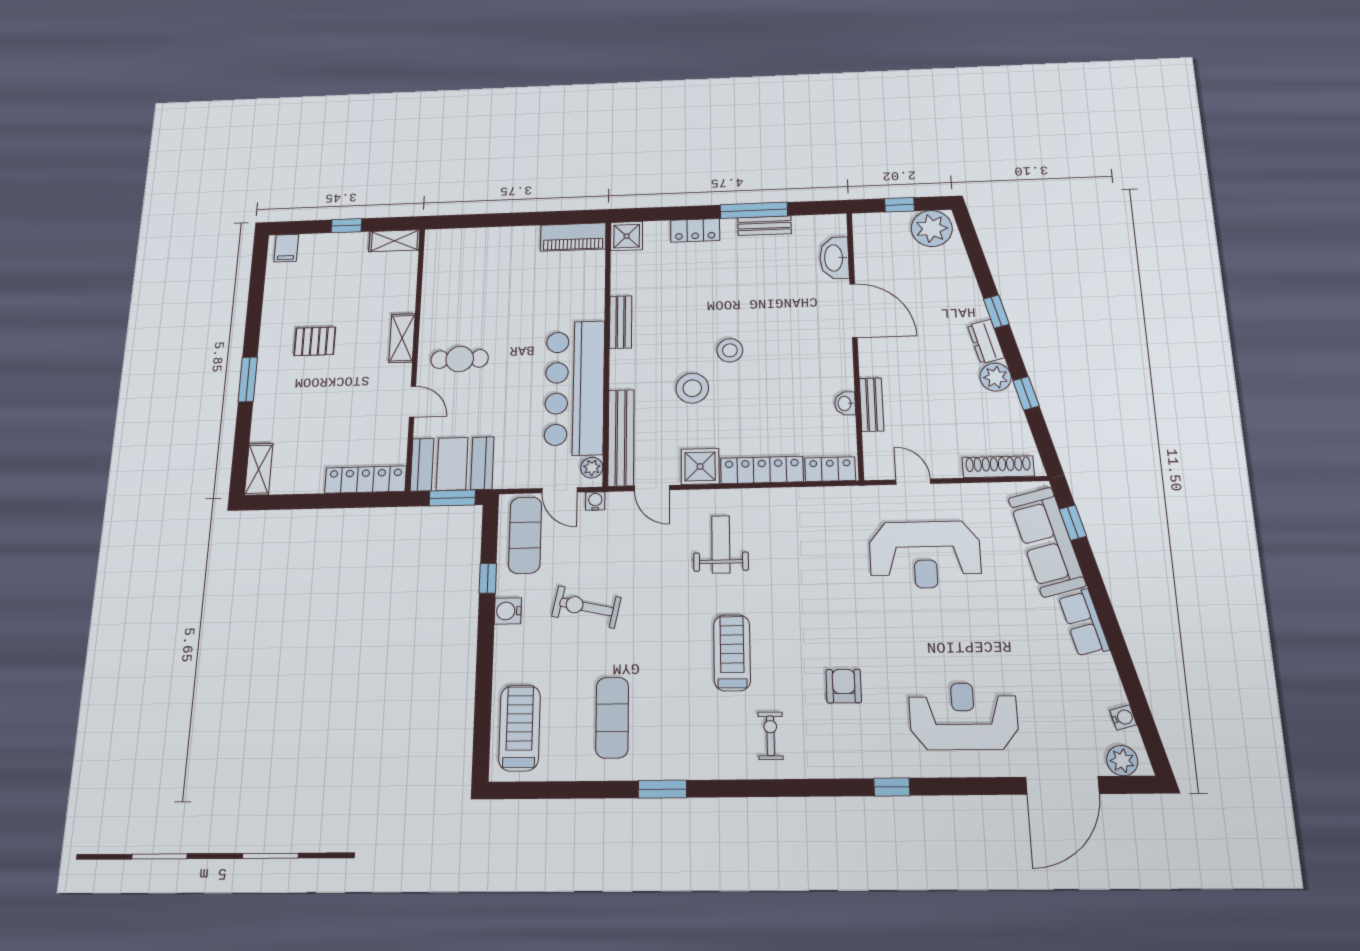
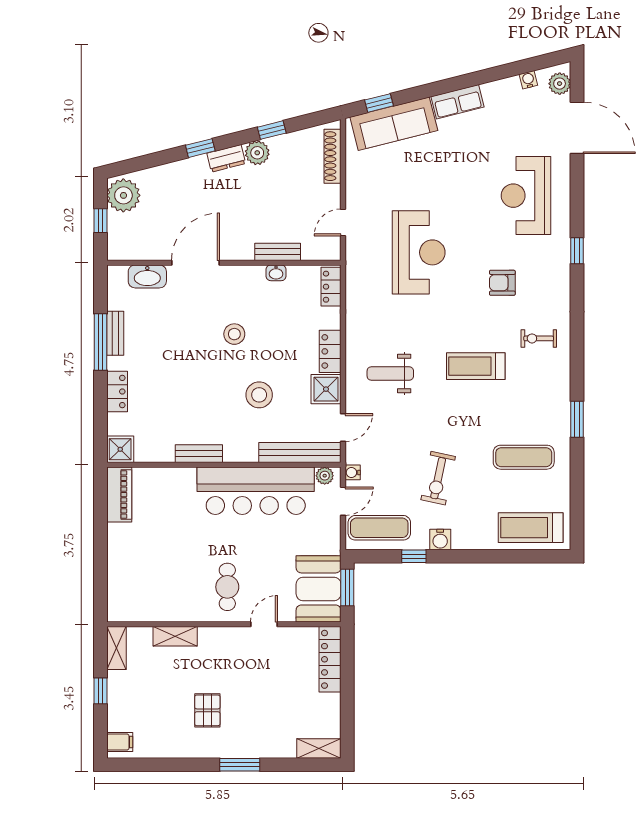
shelving: (402, 338) -> (175, 636), moved
stool: (730, 350) -> (234, 334), moved
locker: (762, 470) -> (330, 351), width x0.66
reception desk: (925, 555) -> (419, 252), moved

